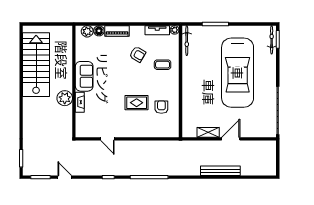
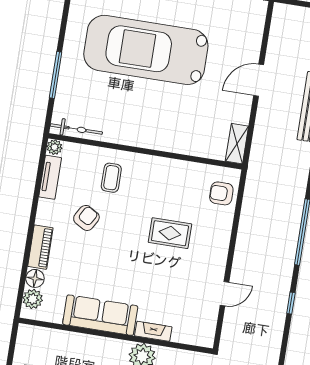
car: (238, 73) -> (146, 50), turned 180
sofa: (84, 76) -> (100, 315), width x1.36
rug: (137, 103) -> (170, 233), turned 90
armchair: (161, 107) -> (221, 193), moved
shelving: (208, 132) -> (237, 144), moved
door: (231, 139) -> (259, 80), hinge flipped

